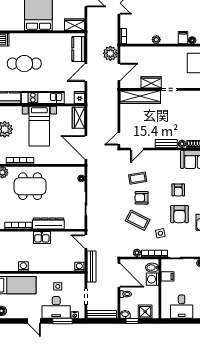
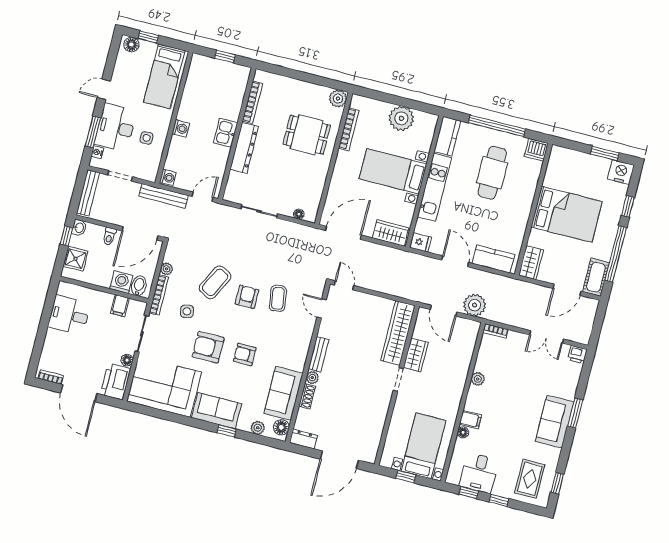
dining table: (30, 186) -> (307, 135), width x0.73
washing machine: (23, 266) -> (181, 128), moved

